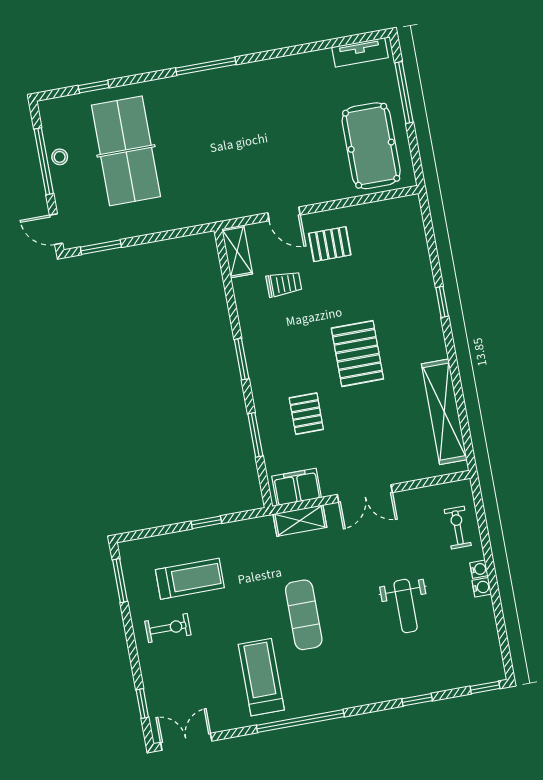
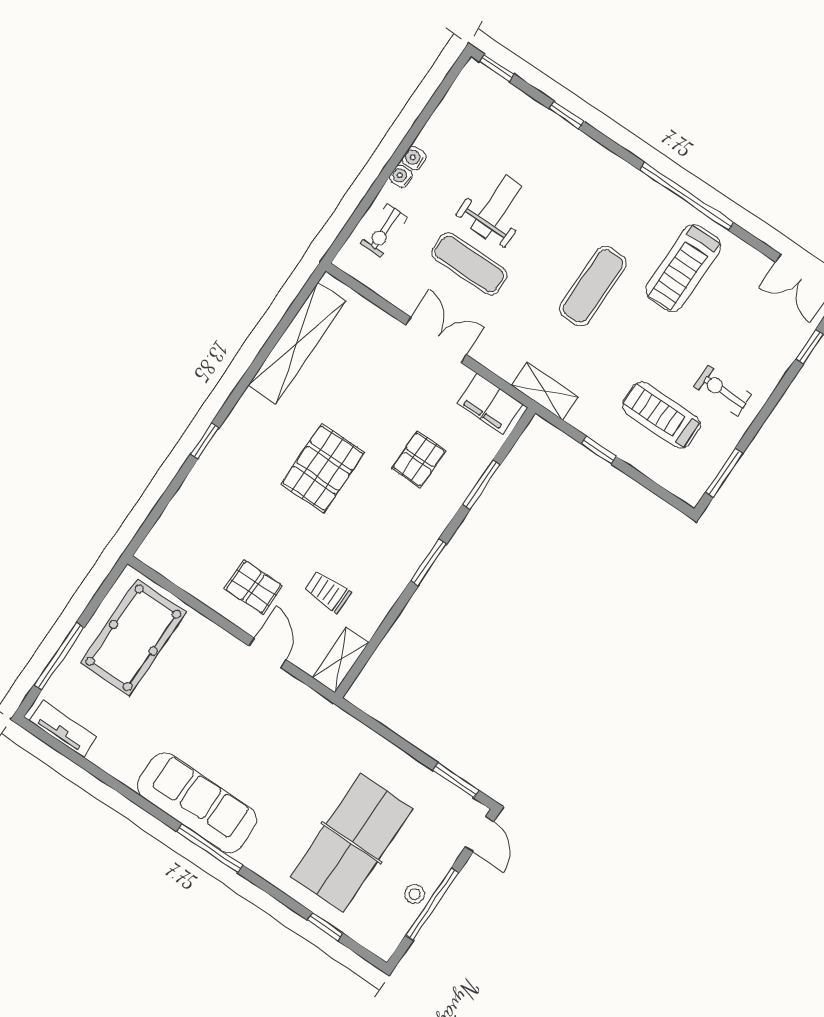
sofa: (240, 86) -> (197, 803), added
shelving: (300, 521) -> (545, 391), moved
exercise mat: (389, 557) -> (469, 264), added

